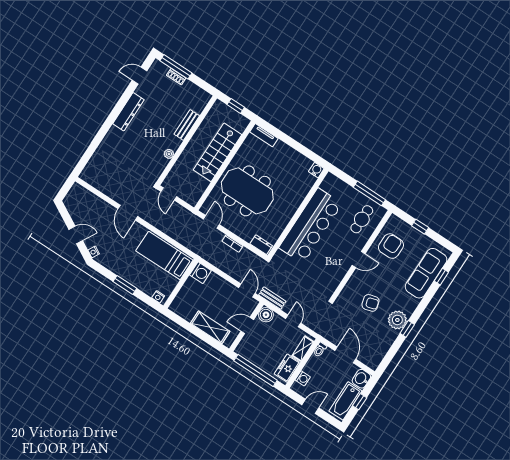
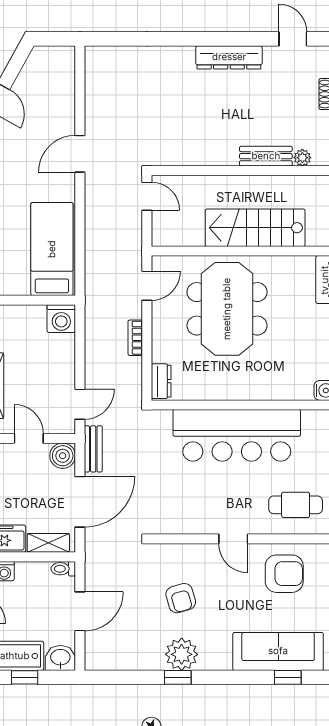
plant: (169, 154) -> (302, 158), moved
door: (169, 194) -> (147, 196), swing flipped
door: (293, 321) -> (80, 502), width x1.88

